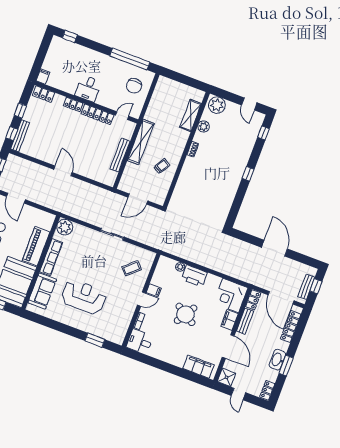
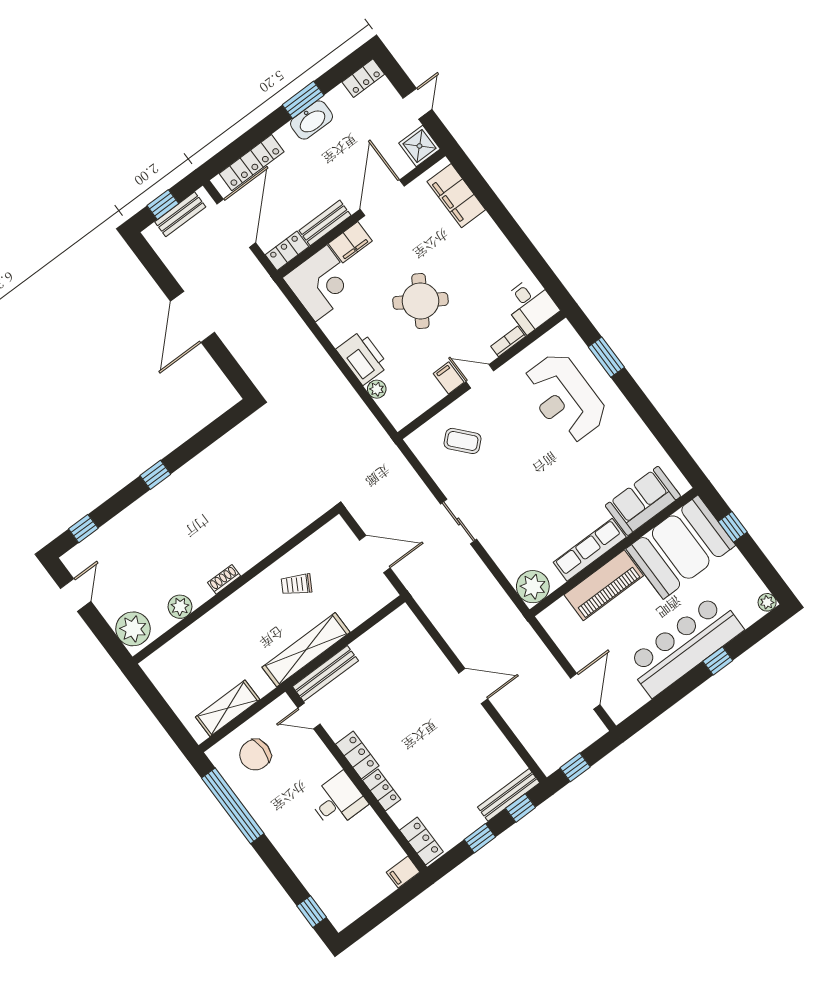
chair: (134, 86) -> (255, 755), turned 180
locker: (97, 114) -> (357, 755), width x0.66
shelving: (191, 116) -> (228, 708), moved
bench: (120, 155) -> (325, 674), moved
door: (63, 171) -> (473, 686), swing flipped
reception desk: (84, 297) -> (565, 398), moved

